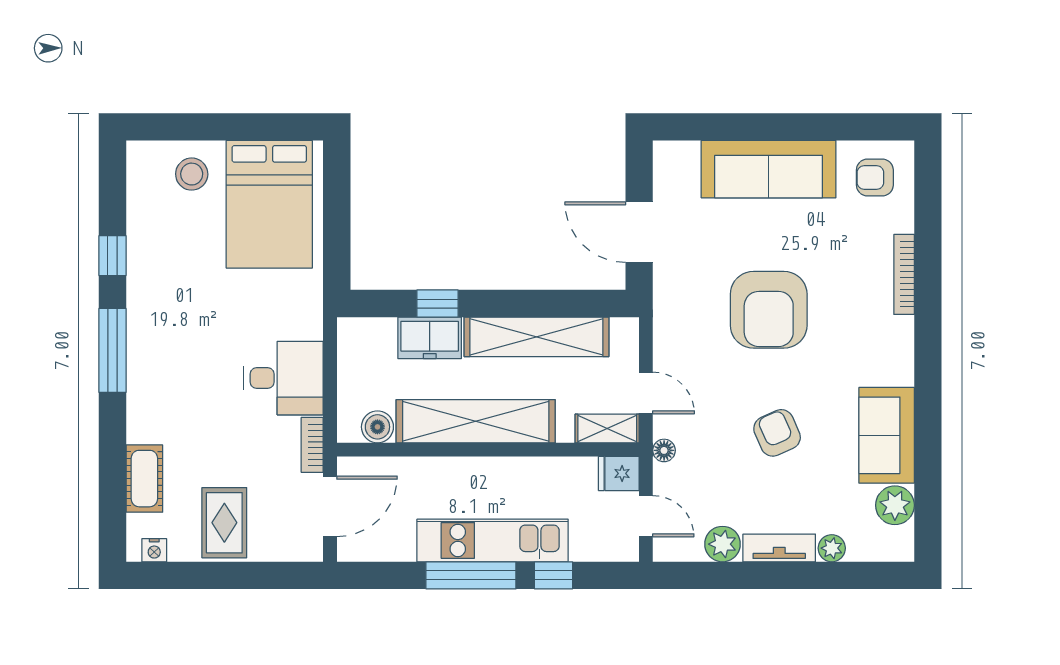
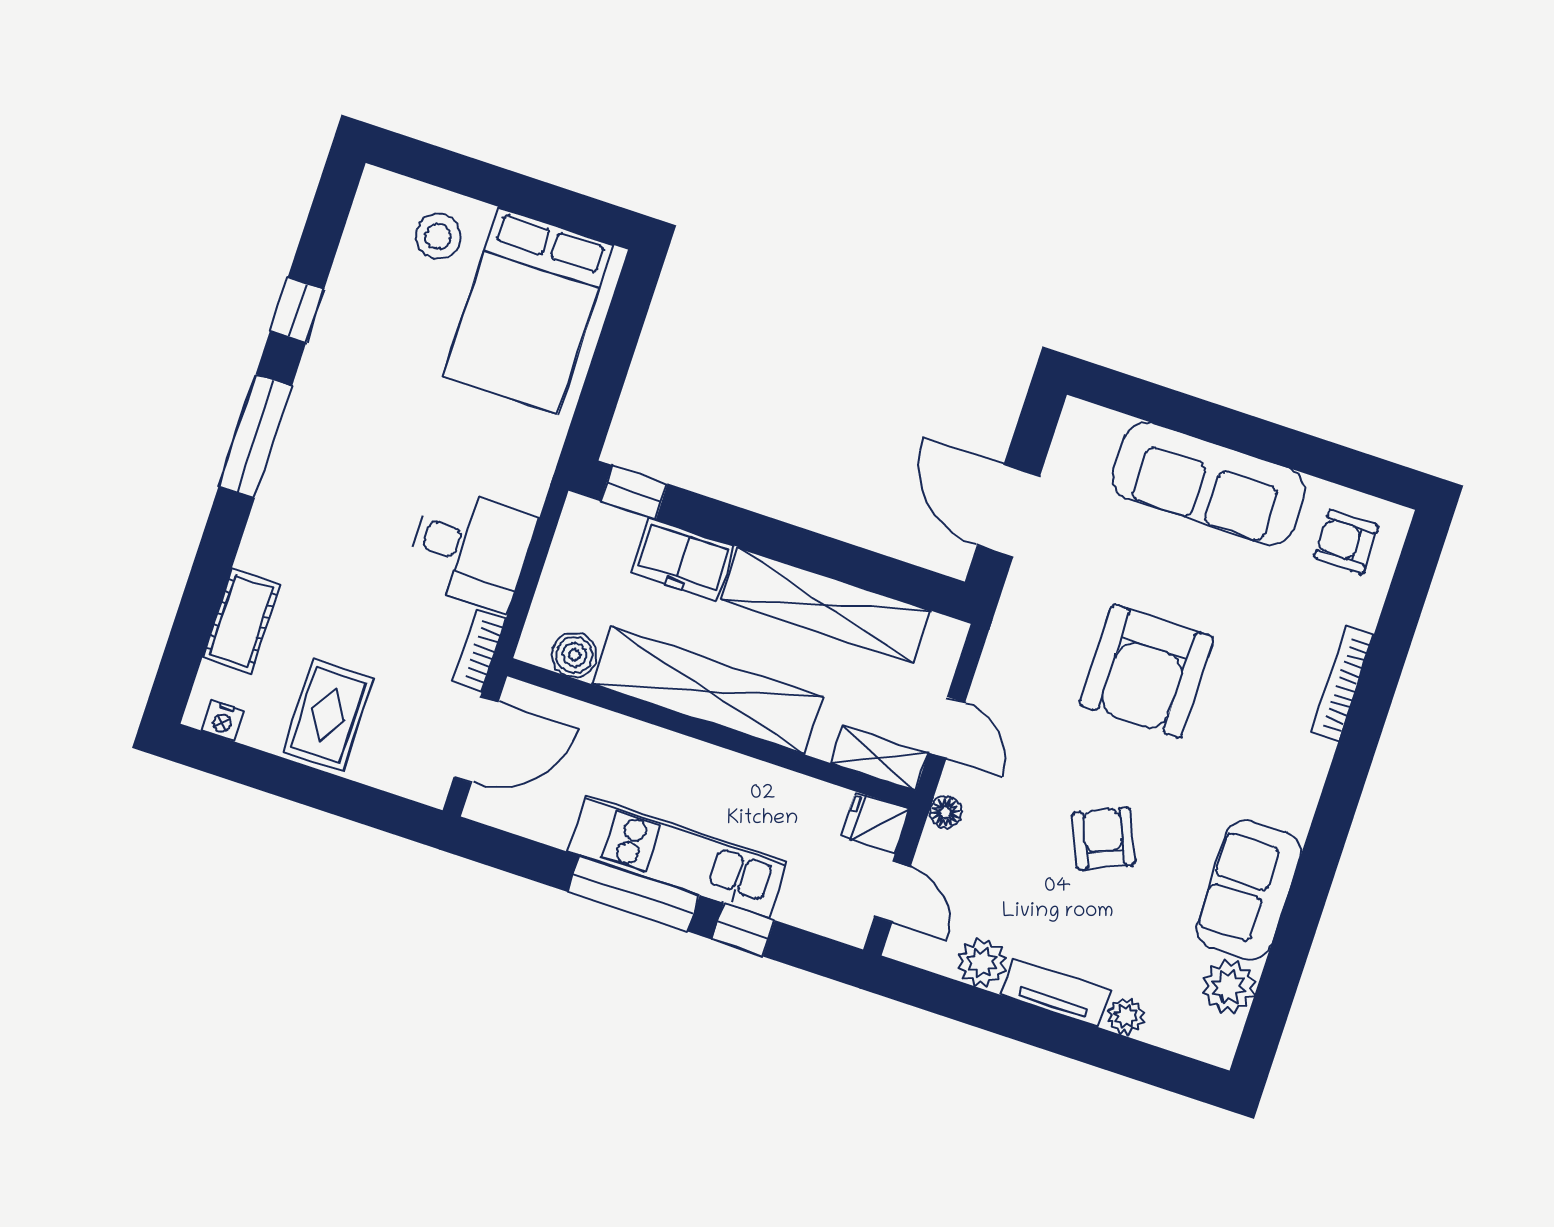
window: (438, 304) -> (634, 492), moved

